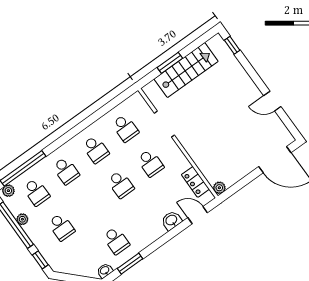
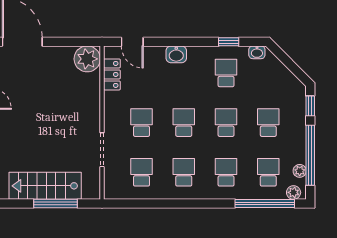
window: (170, 63) -> (56, 204), width x1.44
plant: (219, 188) -> (87, 59), width x1.88, depth x1.88
school desk: (91, 206) -> (226, 123), added
plant: (22, 219) -> (300, 171), moved
washbasin: (172, 220) -> (176, 54), moved
window: (130, 264) -> (229, 42), width x0.67

